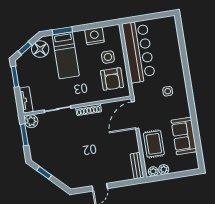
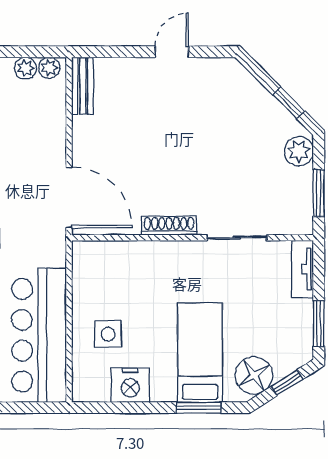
armchair: (112, 79) -> (107, 285), removed
door: (135, 115) -> (69, 197), hinge flipped
plant: (31, 121) -> (299, 151), moved
rug: (154, 144) -> (38, 128), removed

